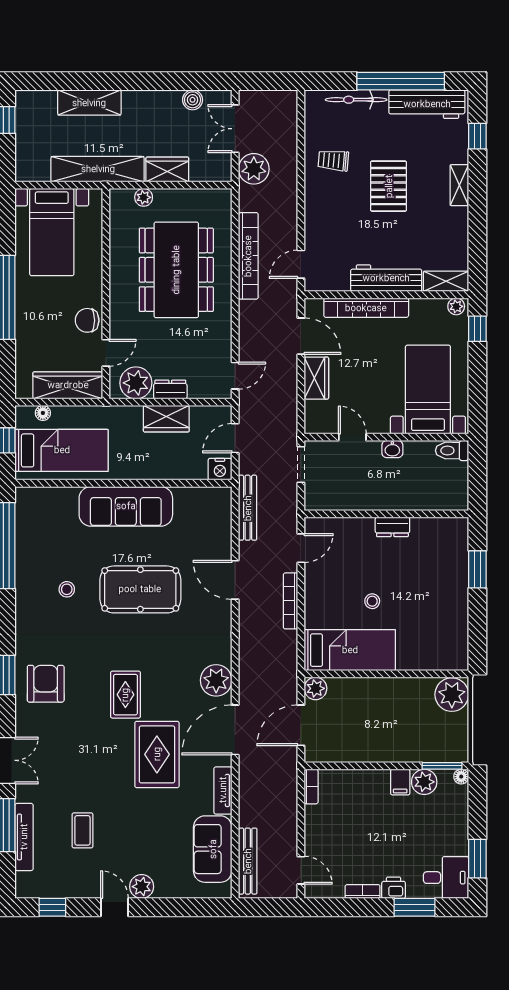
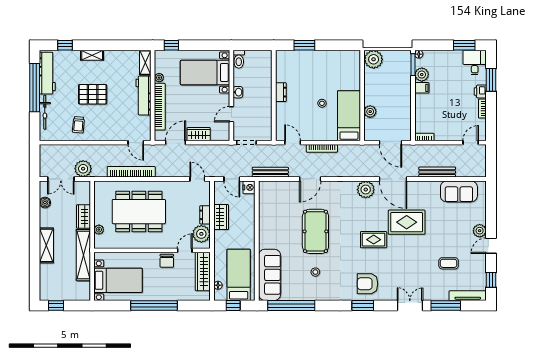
shelving: (89, 103) -> (46, 245), moved
plant: (456, 306) -> (159, 78), moved
door: (106, 353) -> (185, 250), hinge flipped
sofa: (126, 506) -> (270, 275), moved
plant: (315, 688) -> (370, 112), moved
tv unit: (223, 790) -> (427, 186), removed
tv unit: (24, 837) -> (468, 296), moved
bench: (248, 861) -> (437, 172), moved

